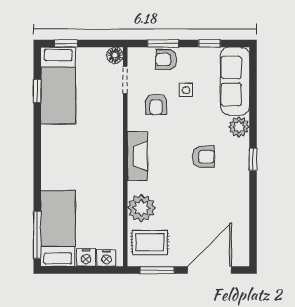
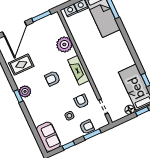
floor lamp: (115, 55) -> (130, 110), moved
sofa: (235, 81) -> (48, 137), width x0.73
plant: (239, 127) -> (25, 91), moved
armchair: (203, 157) -> (53, 78), moved
rug: (150, 242) -> (21, 65), moved

